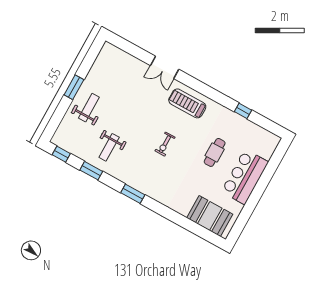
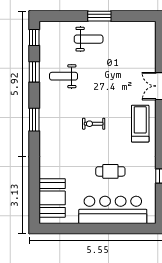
bar counter: (245, 177) -> (113, 210), width x1.36

